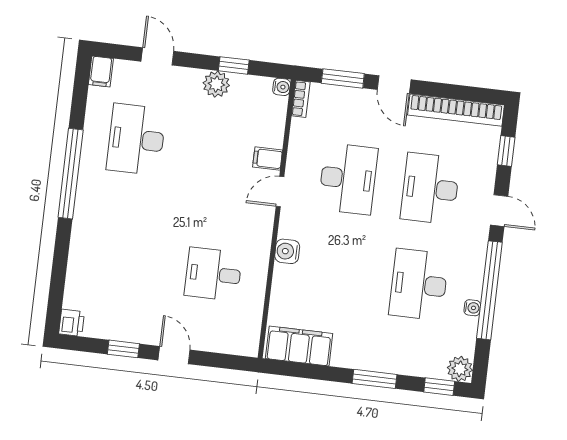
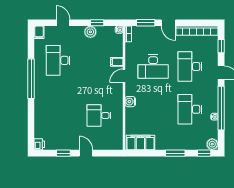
desk: (348, 179) -> (153, 67), turned 90

